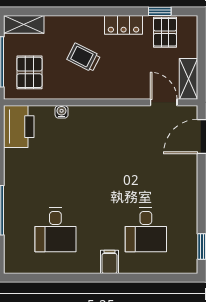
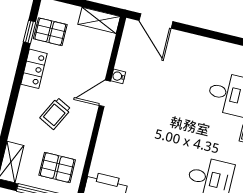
door: (164, 102) -> (105, 93), moved
water cooler: (62, 112) -> (118, 76), moved

